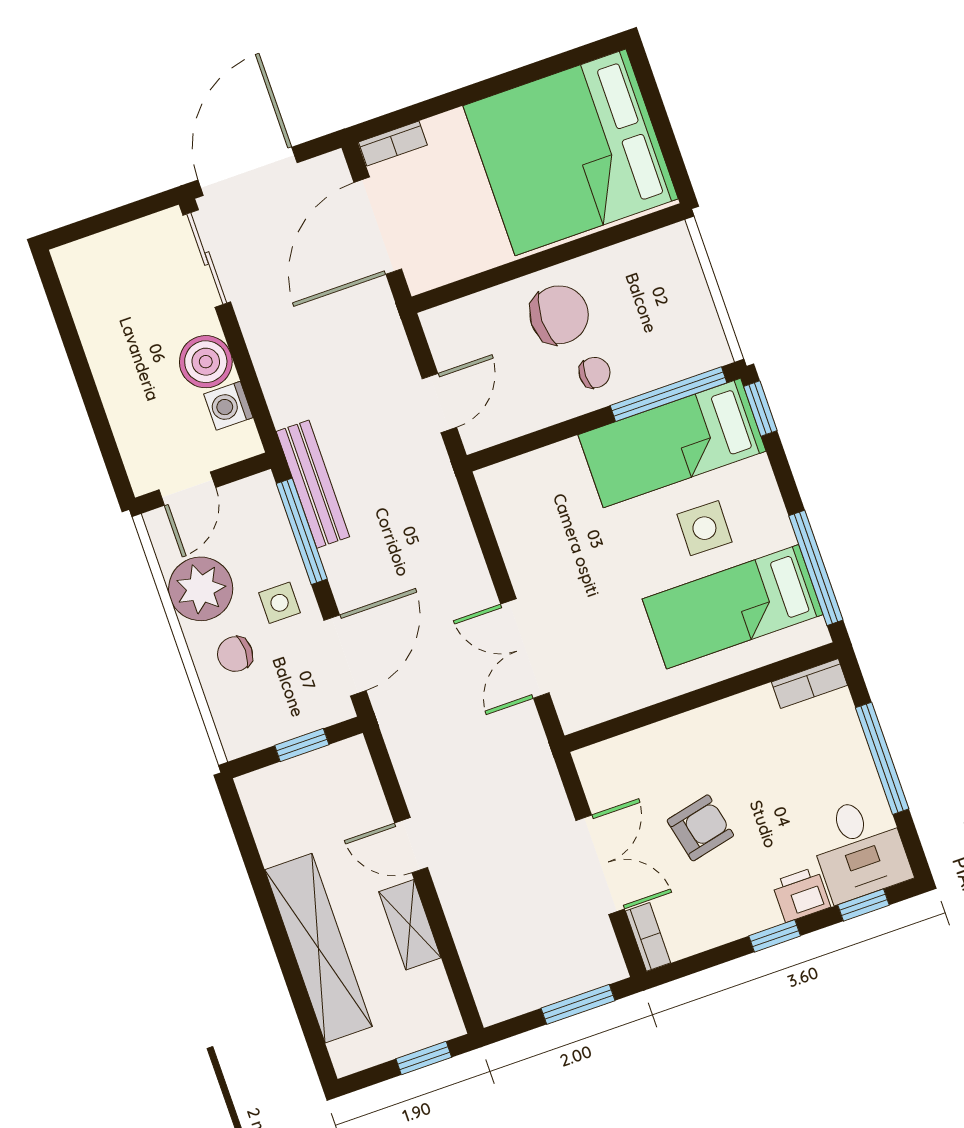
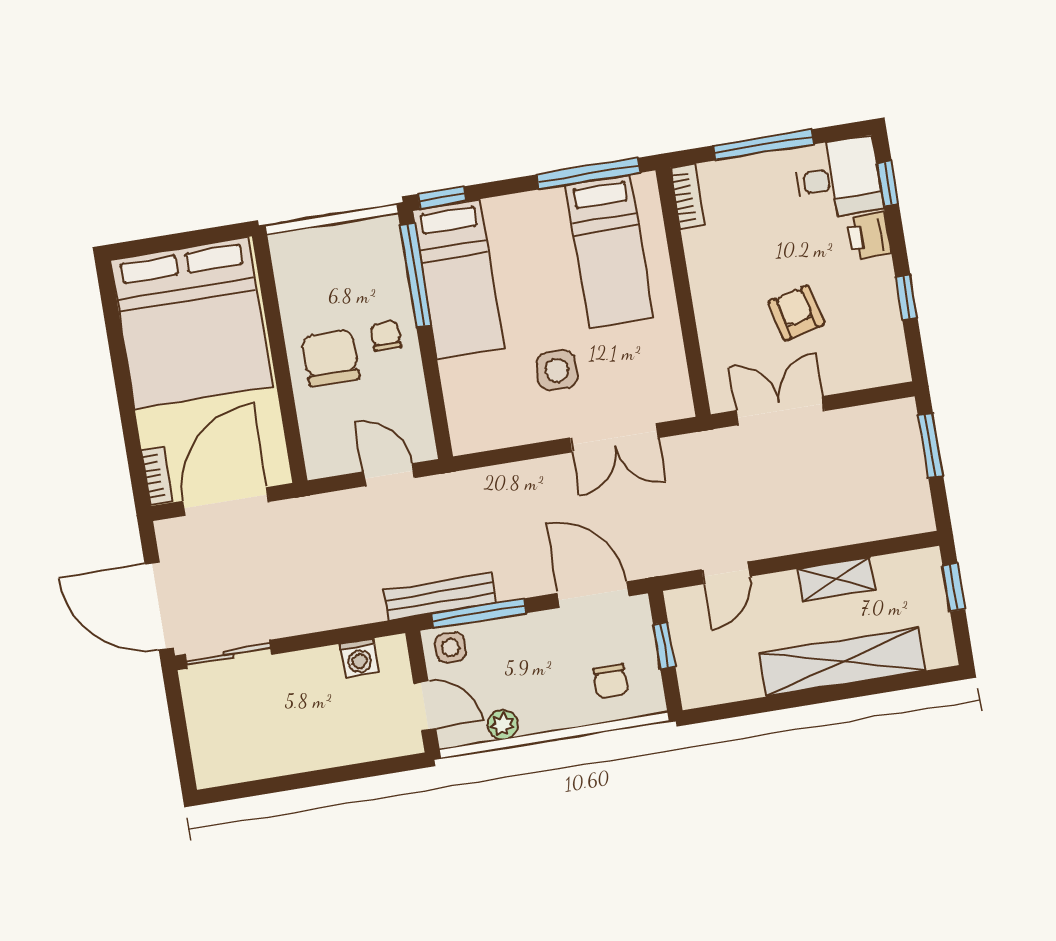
door: (378, 226) -> (226, 501), swing flipped
boiler: (206, 362) -> (318, 671), removed
side table: (704, 528) -> (557, 370), moved
plant: (201, 589) -> (503, 725), width x0.53, depth x0.53
side table: (280, 603) -> (450, 648), moved
chair: (235, 654) -> (610, 681), moved
door: (411, 845) -> (726, 573), moved
double door: (600, 865) -> (780, 411), moved
window: (775, 936) -> (906, 297), moved
bookcase: (648, 937) -> (883, 375), removed

